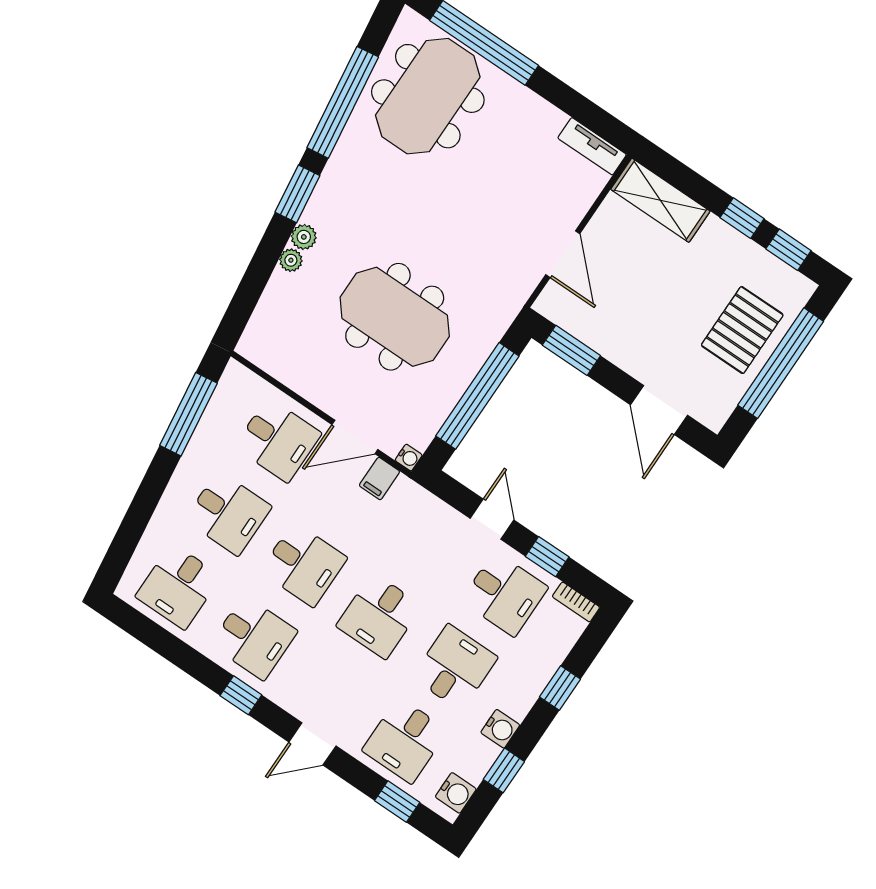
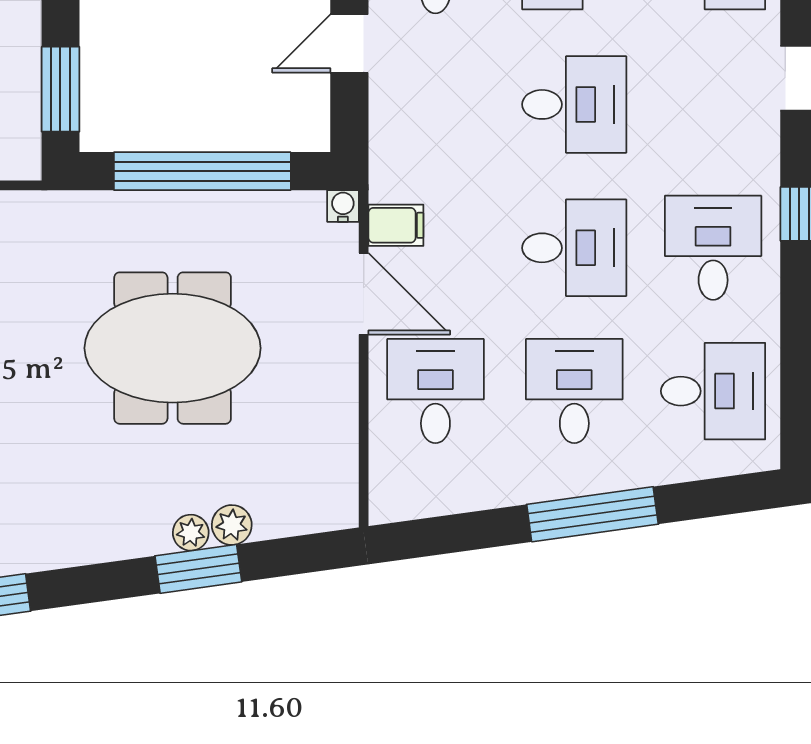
window: (297, 194) -> (198, 569), moved
plant: (304, 237) -> (232, 525), moved
meeting table: (395, 317) -> (173, 348), turned 90
window: (188, 414) -> (592, 514), moved
desk: (304, 565) -> (574, 248), turned 90

